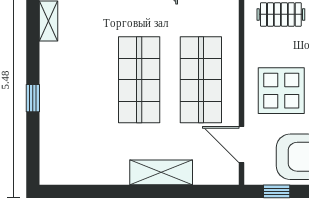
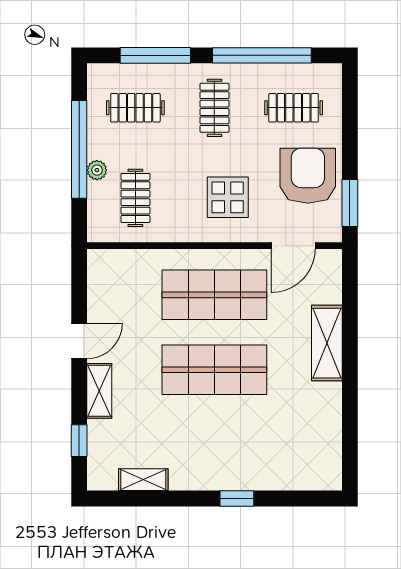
display table: (281, 91) -> (228, 197), width x0.73, depth x0.73
window: (277, 191) -> (350, 203), width x1.50

